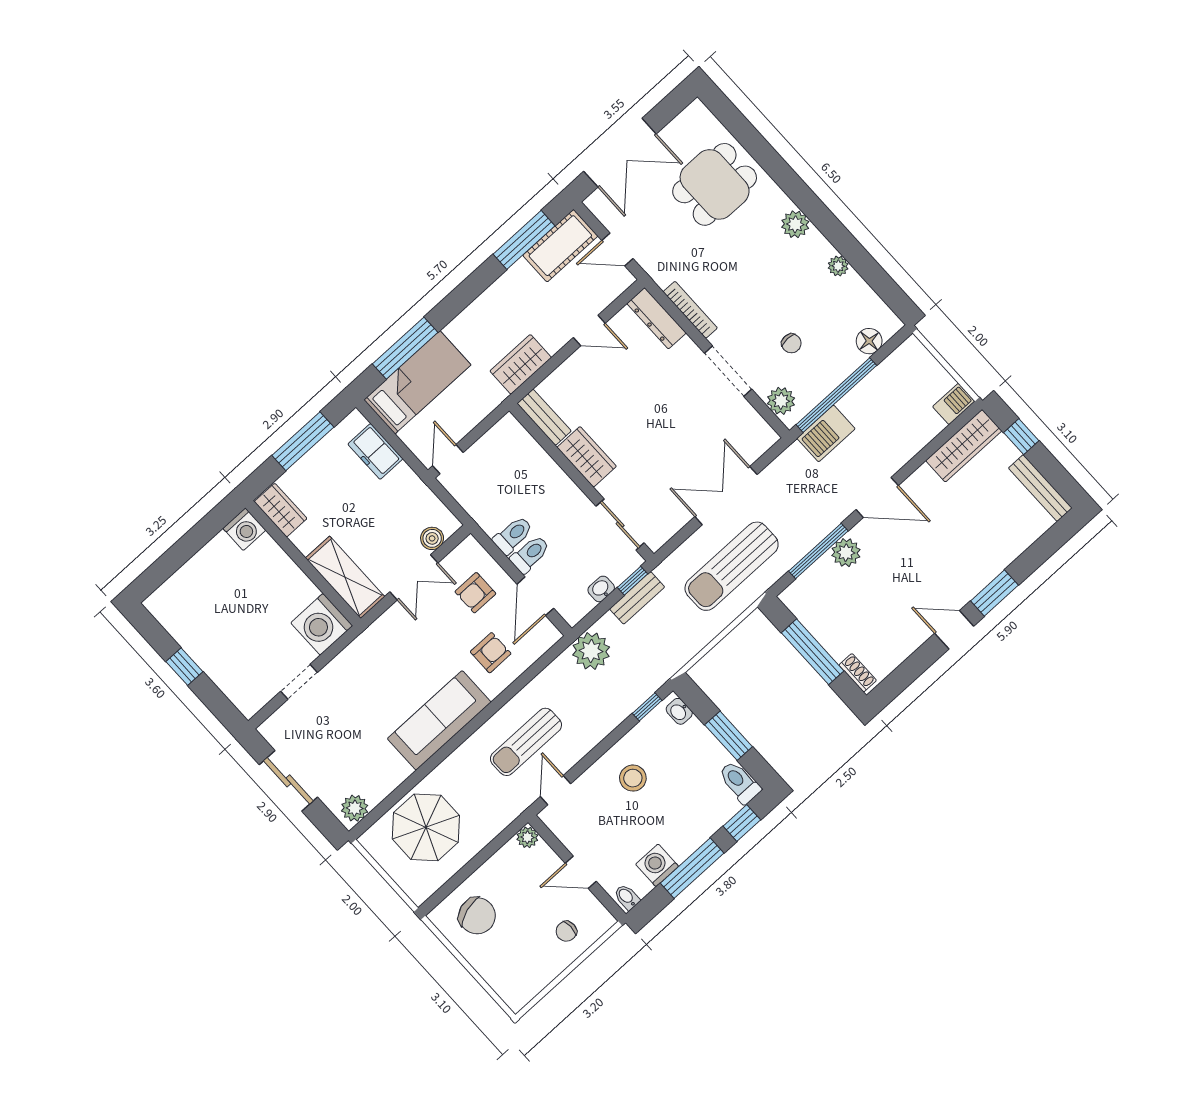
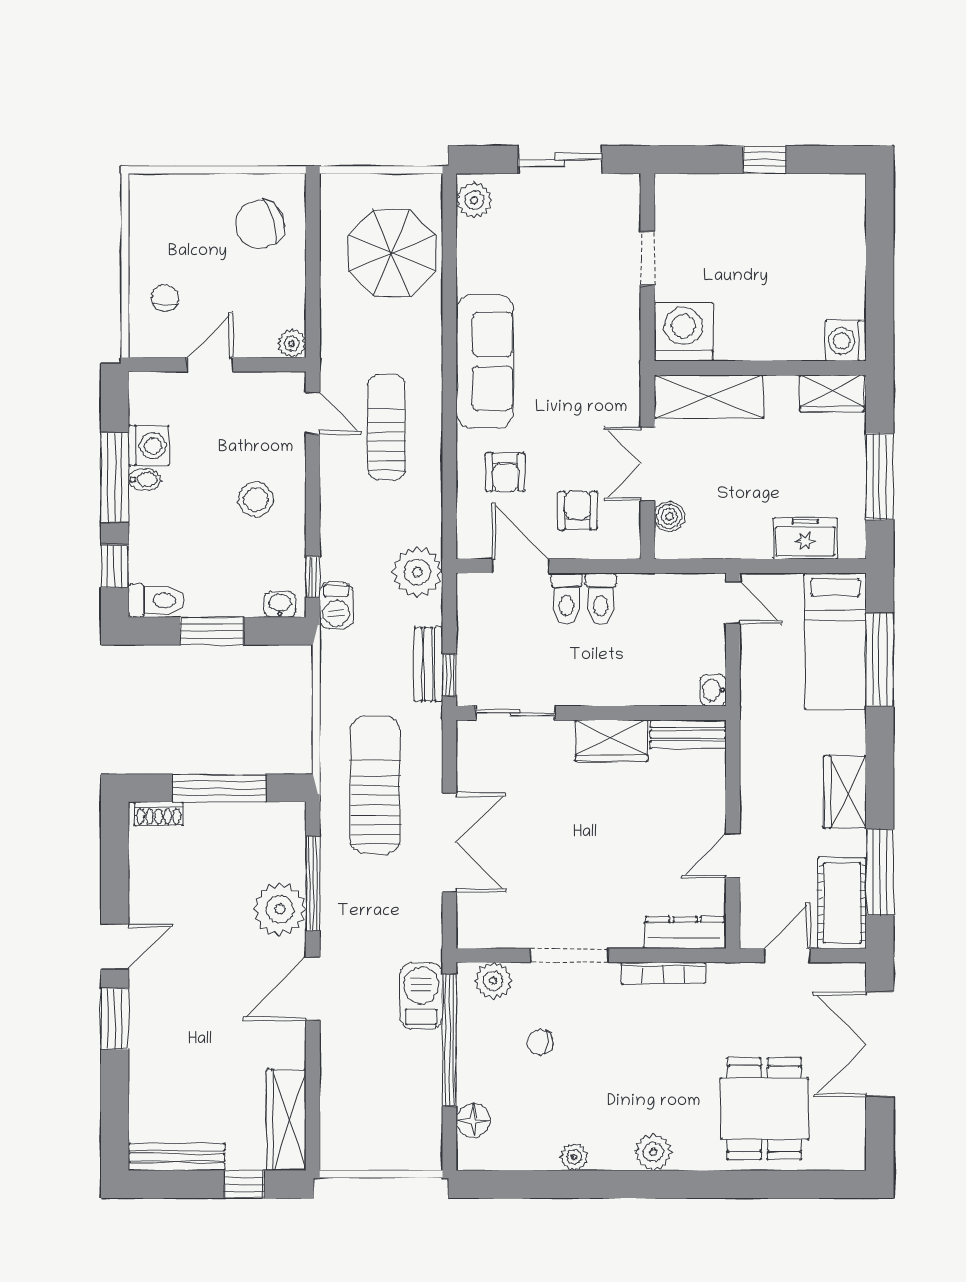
wardrobe: (521, 364) -> (845, 792), moved, turned 180
barbecue: (954, 404) -> (336, 606), moved
plant: (846, 553) -> (280, 909), width x1.36, depth x1.36
washbasin: (601, 589) -> (713, 690), moved, turned 180
bidet: (627, 897) -> (145, 480), moved

